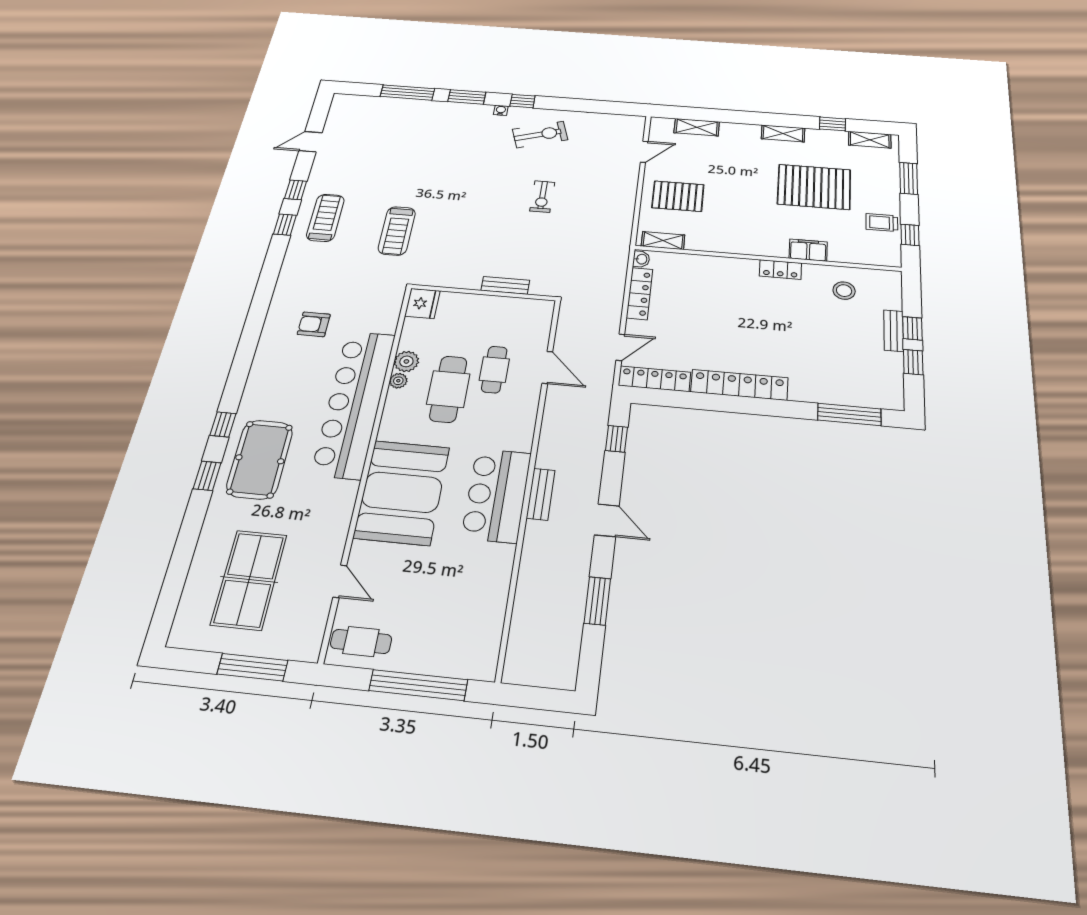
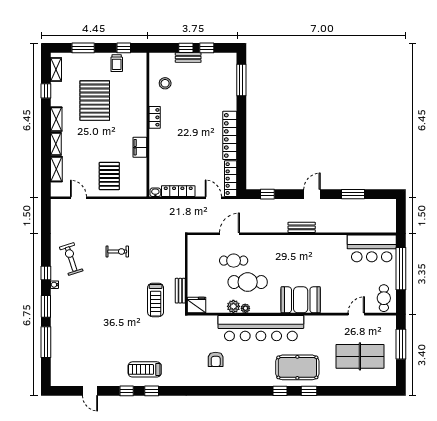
treadmill: (397, 231) -> (156, 300), moved, turned 90
shelving: (663, 241) -> (56, 144), moved
filing cabinet: (808, 250) -> (140, 147), moved
bench: (505, 285) -> (180, 291), moved
booth: (402, 492) -> (301, 300), width x0.73, depth x0.70
bar counter: (497, 495) -> (372, 248), moved

